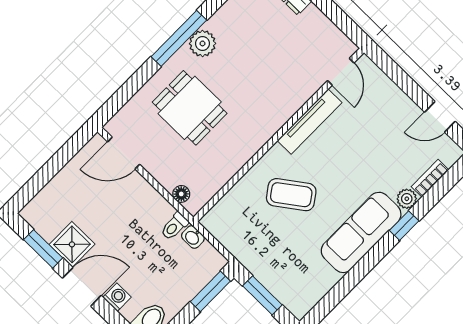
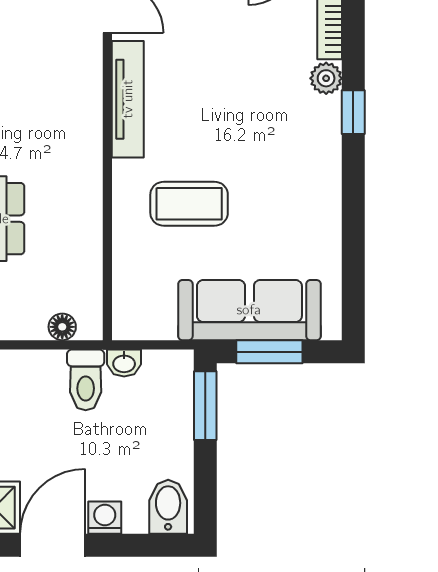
coffee table: (291, 195) -> (189, 204), turned 36
toilet: (174, 226) -> (86, 380), width x1.37, depth x1.39
sofa: (361, 232) -> (249, 310), moved, turned 90

